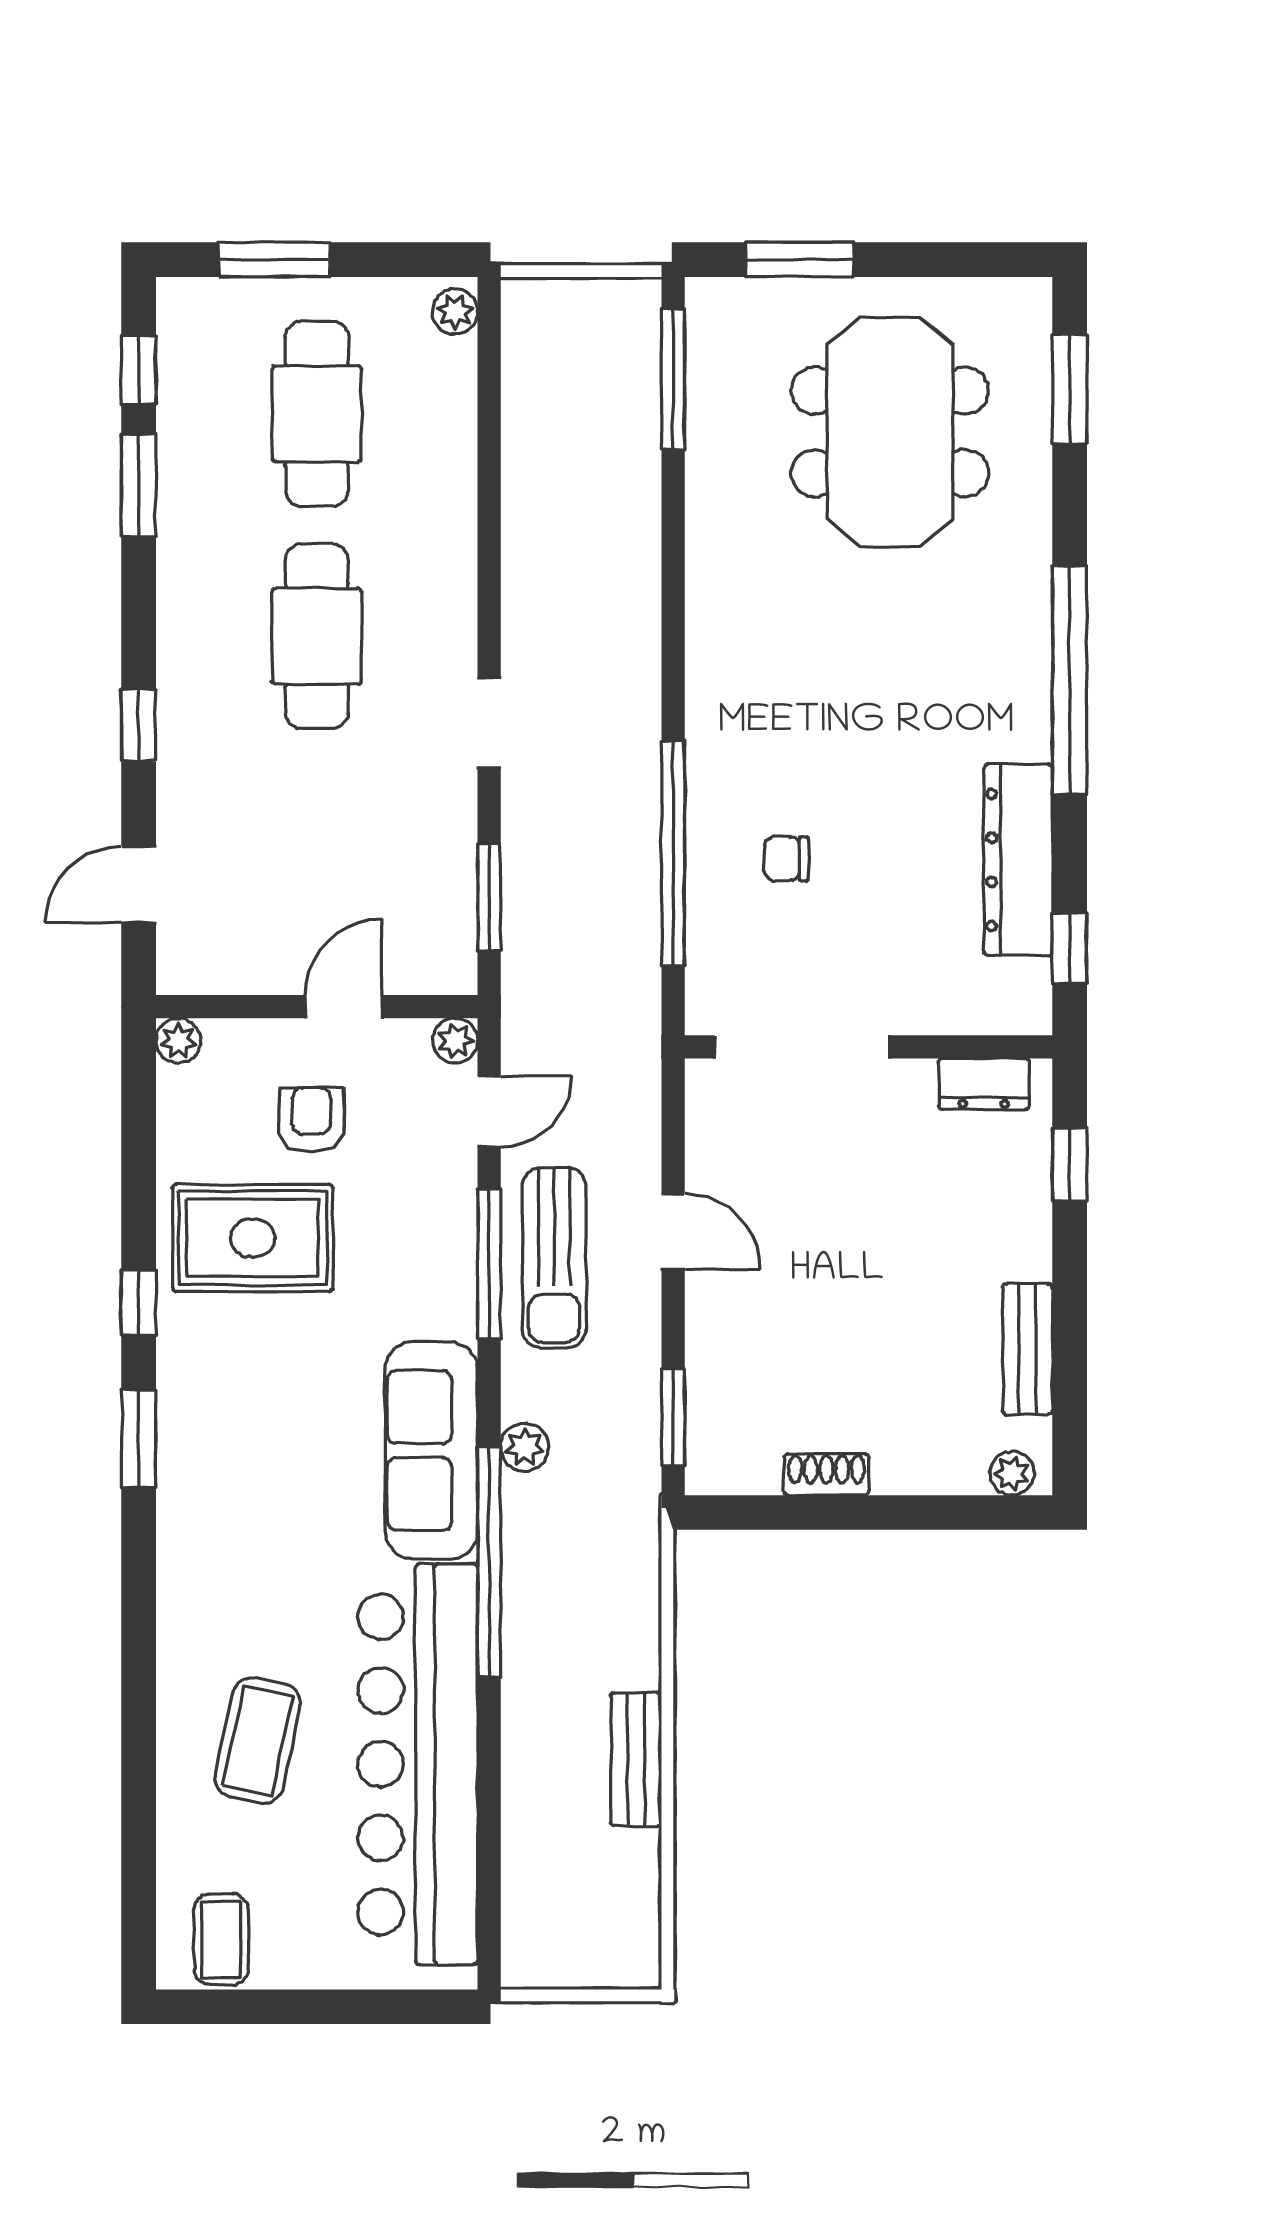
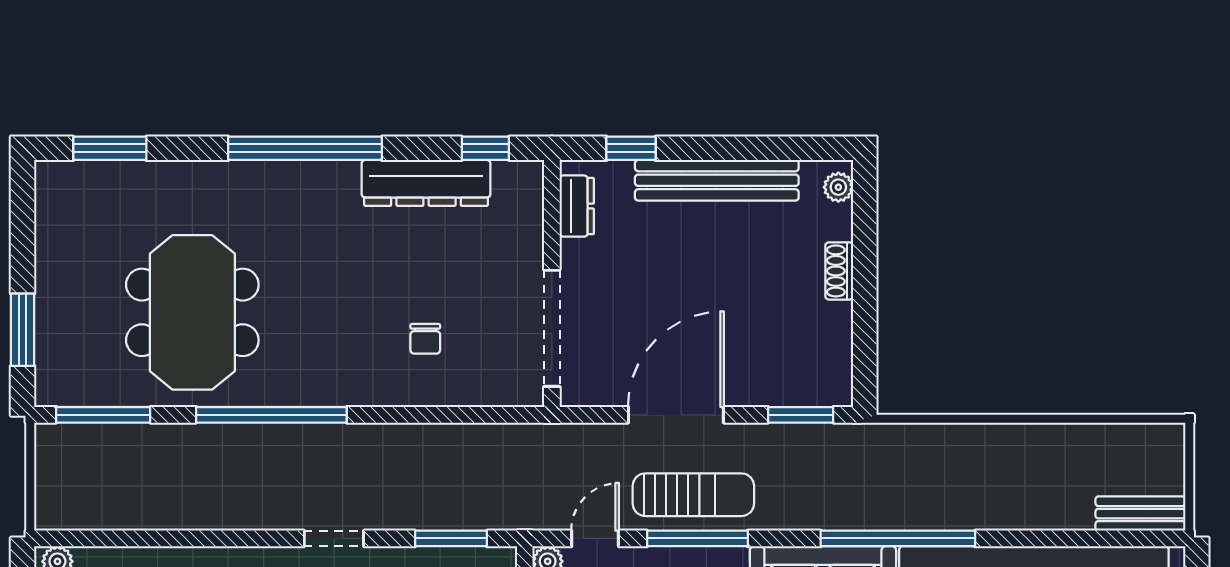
meeting table: (890, 432) -> (192, 312), moved, turned 90
window: (673, 853) -> (271, 415), moved
door: (489, 1111) -> (595, 538), hinge flipped
door: (673, 1232) -> (676, 415), width x1.87
bench: (1027, 1349) -> (717, 180), width x1.86, depth x1.21
plant: (525, 1447) -> (821, 515), removed
shoe rack: (826, 1475) -> (839, 271), moved
bench: (636, 1759) -> (1140, 514), moved

